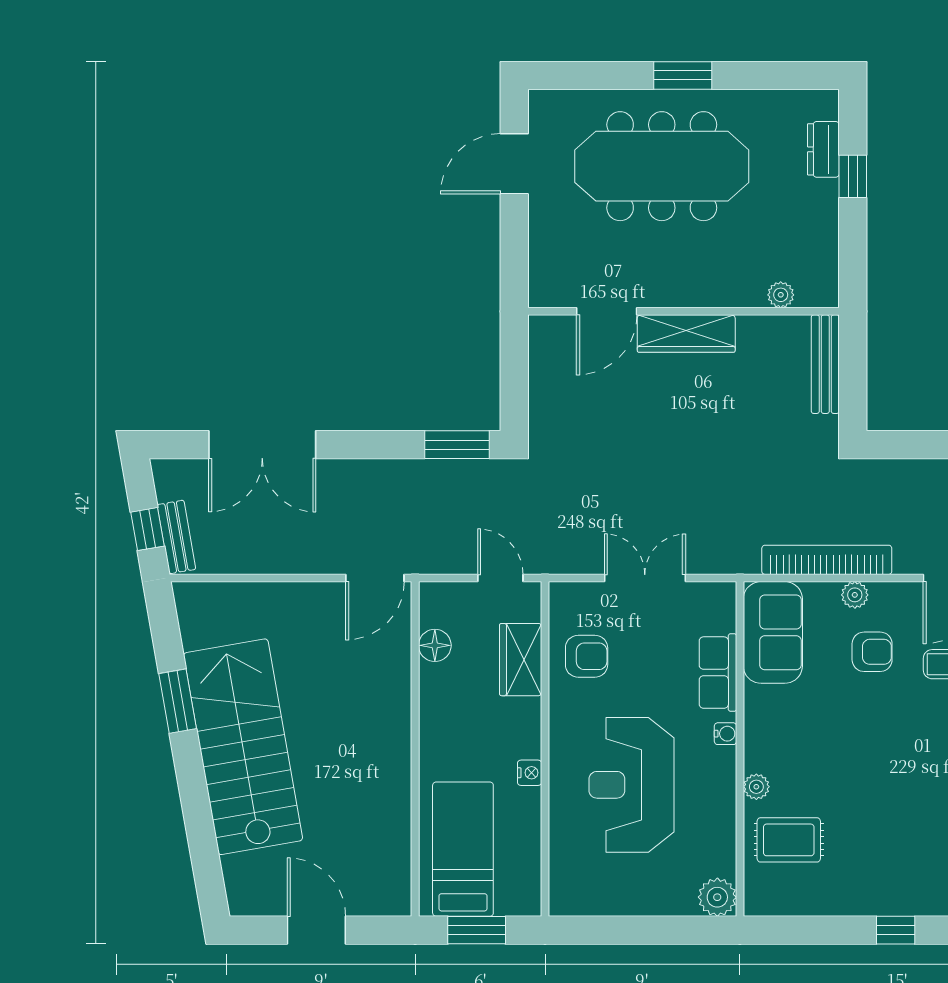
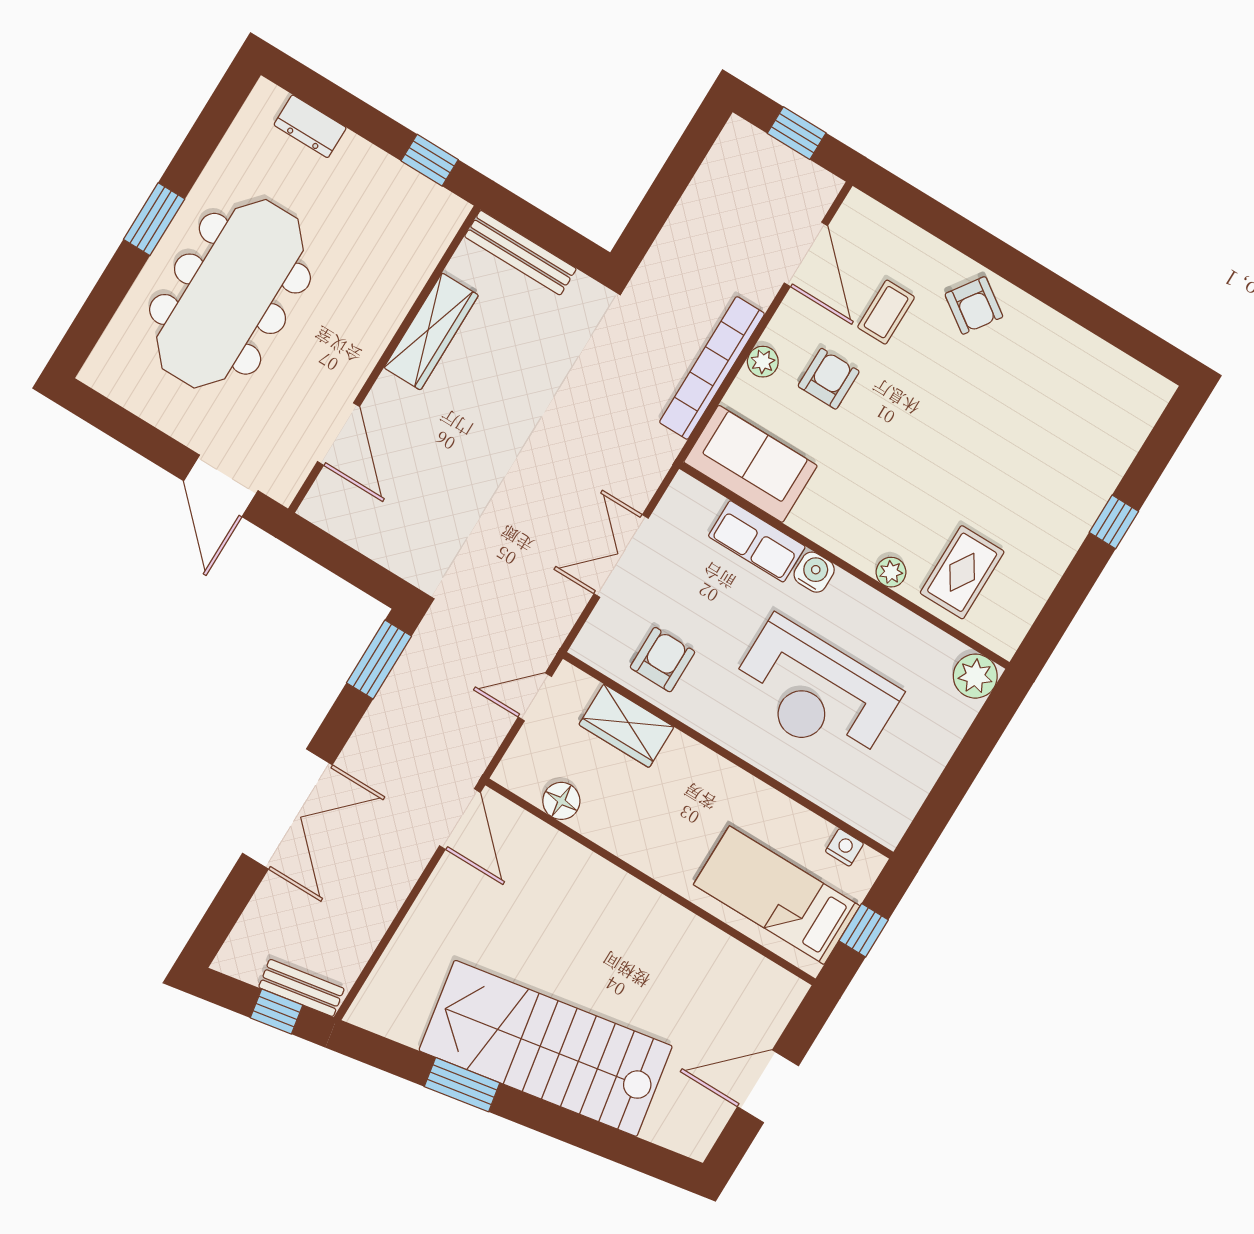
door: (514, 164) -> (221, 486), moved
window: (853, 176) -> (430, 160), moved
plant: (781, 295) -> (426, 255), removed
wardrobe: (686, 334) -> (431, 331), moved
double door: (262, 445) -> (287, 809), moved
water cooler: (725, 734) -> (814, 572), width x1.38, depth x1.38
nightstand: (530, 773) -> (844, 847), moved
window: (477, 930) -> (864, 930), width x0.67

